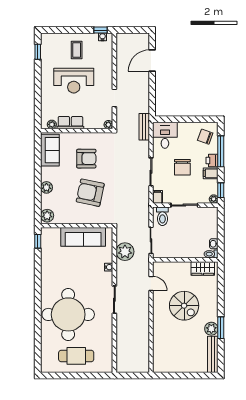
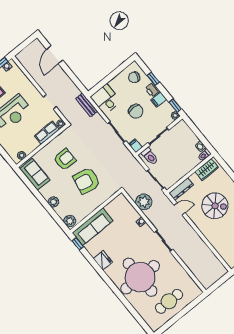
row of seats: (70, 123) -> (47, 133), moved
window: (221, 151) -> (153, 79), width x0.46
sofa: (83, 237) -> (93, 227), moved
dresser: (167, 267) -> (181, 189), added
fridge: (48, 273) -> (103, 260), added

